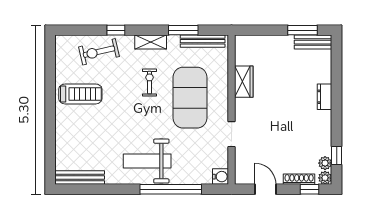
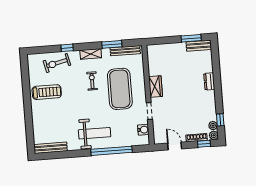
wardrobe: (244, 82) -> (156, 87), moved
weight bench: (147, 161) -> (95, 133), turned 180
water cooler: (220, 177) -> (143, 130), moved

